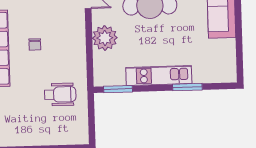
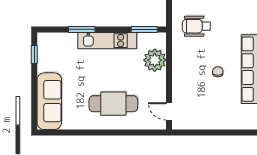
plant: (105, 38) -> (155, 60), moved
window: (239, 58) -> (34, 54), added

